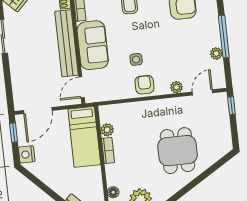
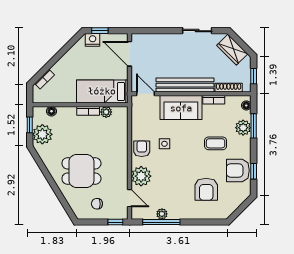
window: (224, 36) -> (161, 222), moved
armchair: (145, 85) -> (142, 149), turned -90
plant: (177, 87) -> (141, 176), width x1.88, depth x1.88
chair: (213, 129) -> (97, 204), added
window: (14, 133) -> (100, 31), moved

